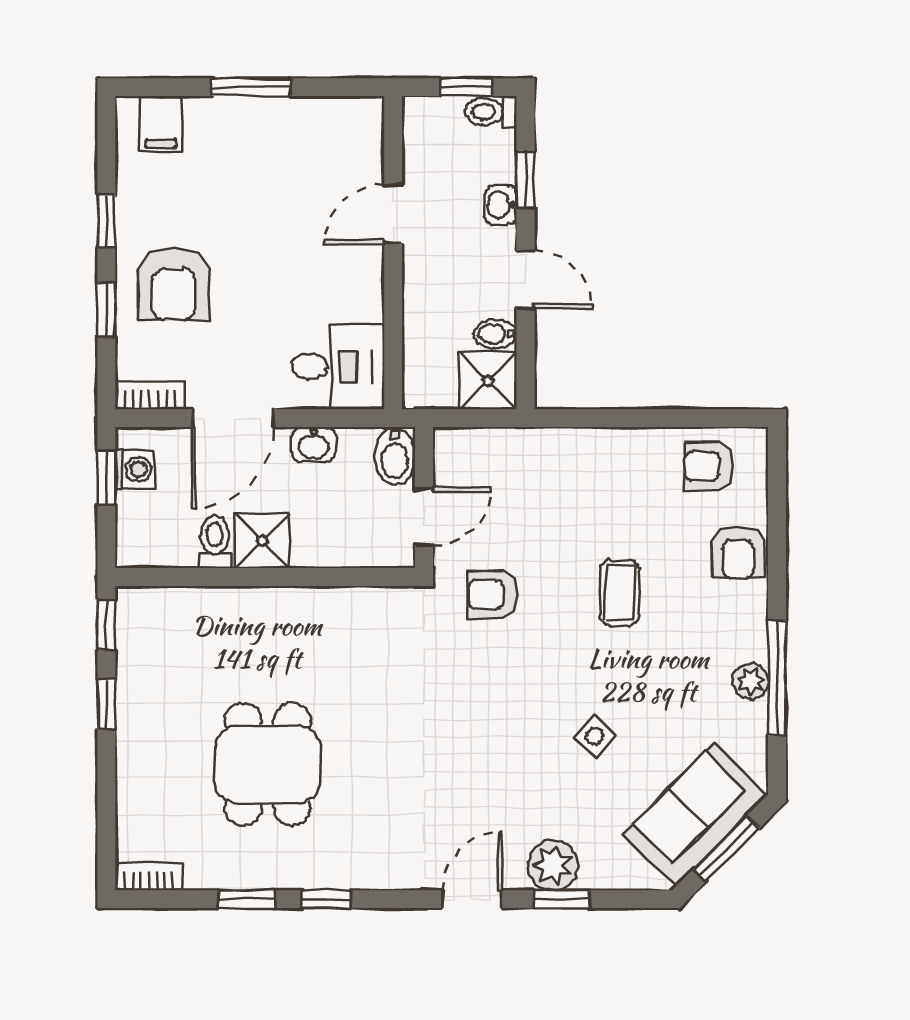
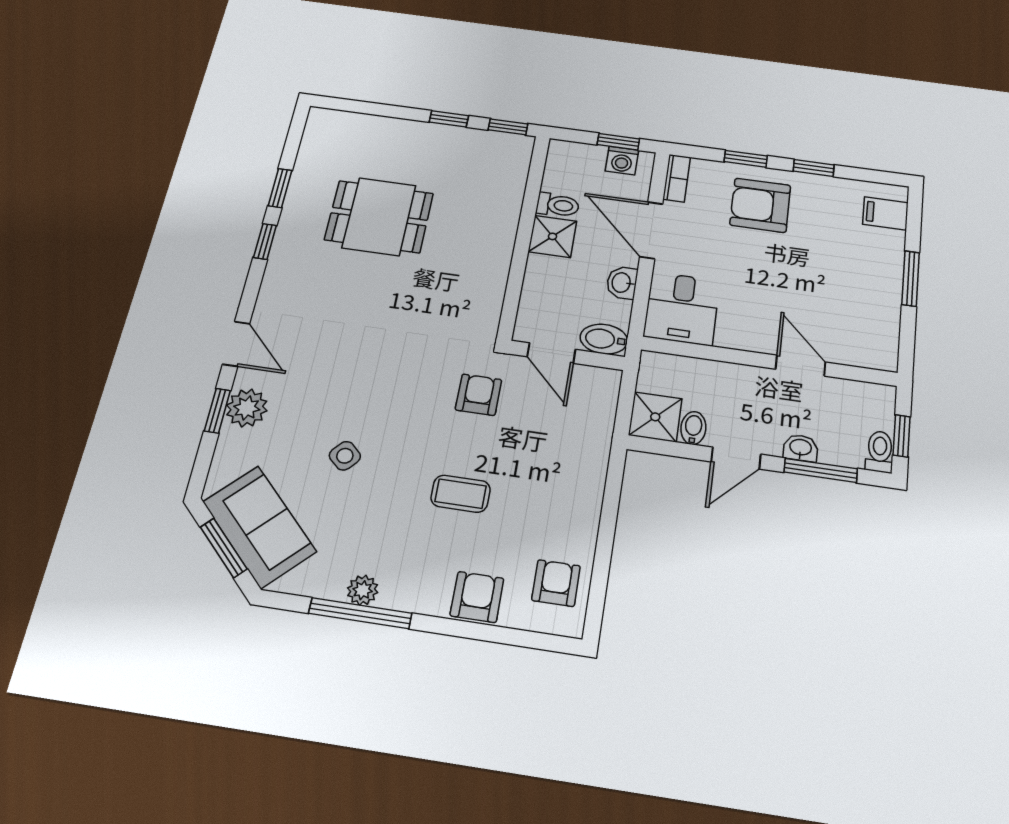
window: (526, 179) -> (821, 470), width x1.50
armchair: (738, 552) -> (477, 597), turned 90
bookcase: (149, 877) -> (314, 128), removed

